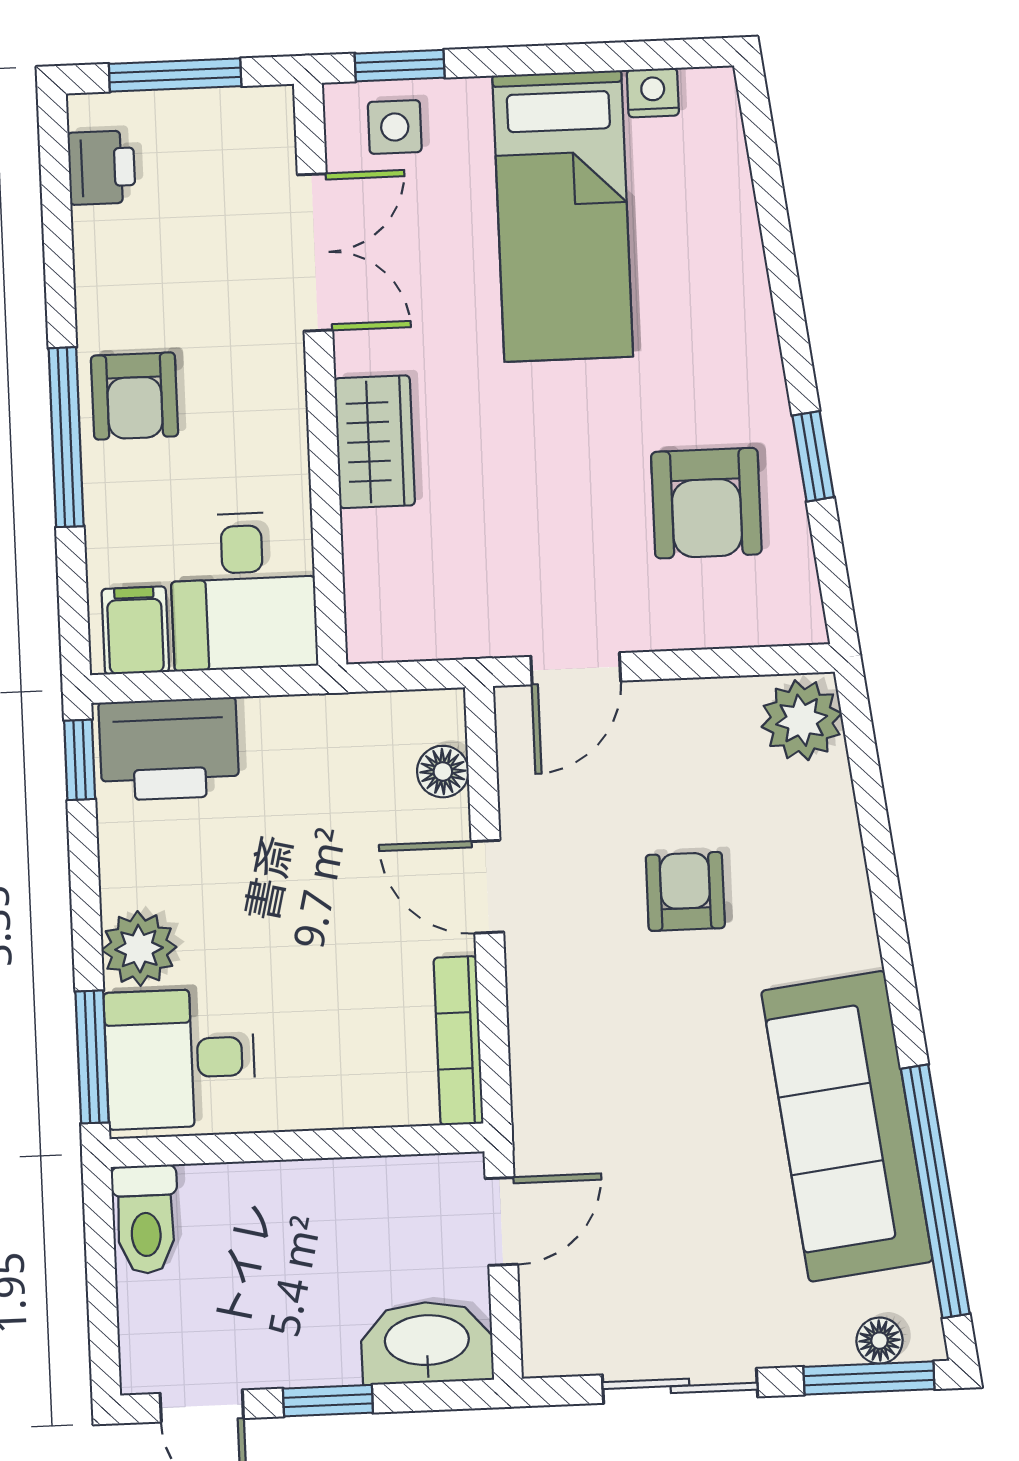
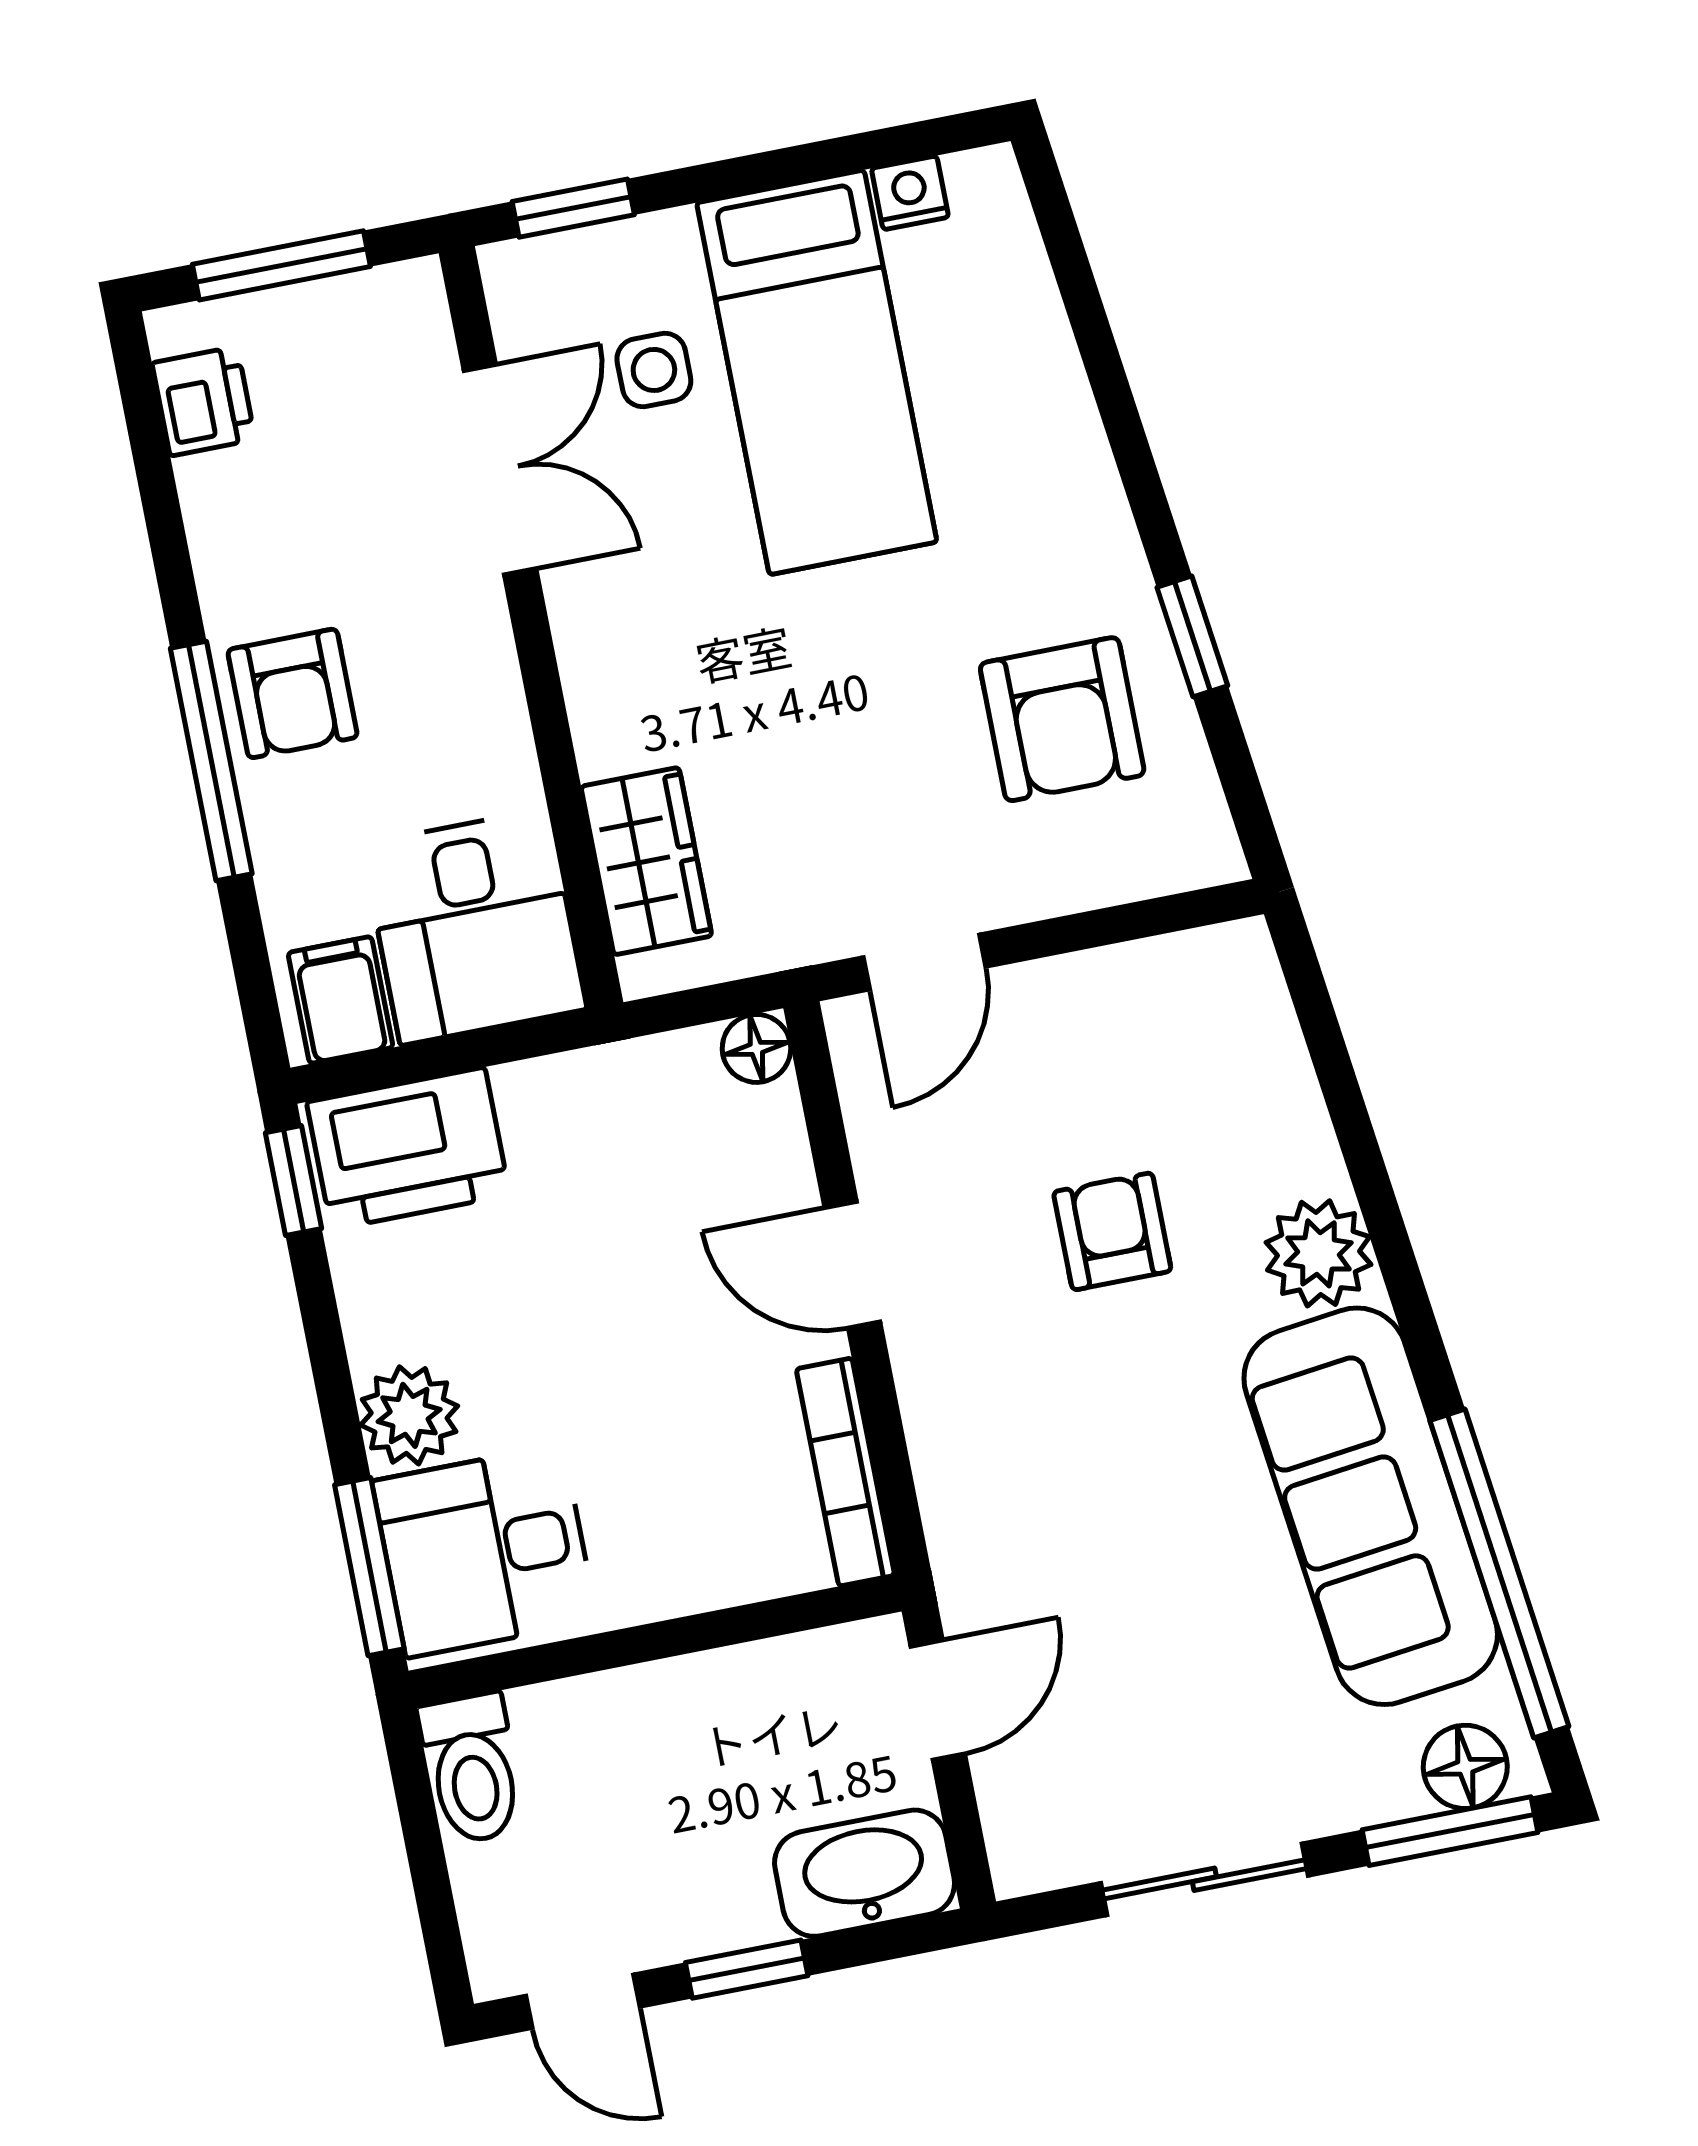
side table: (395, 127) -> (654, 370), moved
wardrobe: (375, 442) -> (646, 861), moved
plant: (802, 720) -> (1318, 1253), moved
floor lamp: (443, 772) -> (756, 1048), moved
floor lamp: (880, 1341) -> (1465, 1767), width x1.37, depth x1.37

